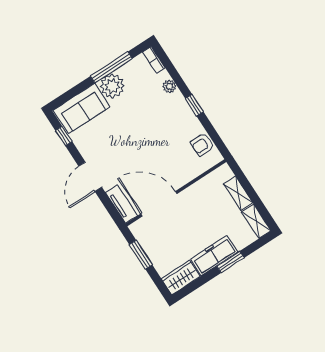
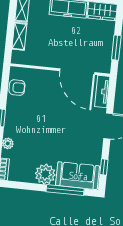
window: (111, 67) -> (65, 190), moved

